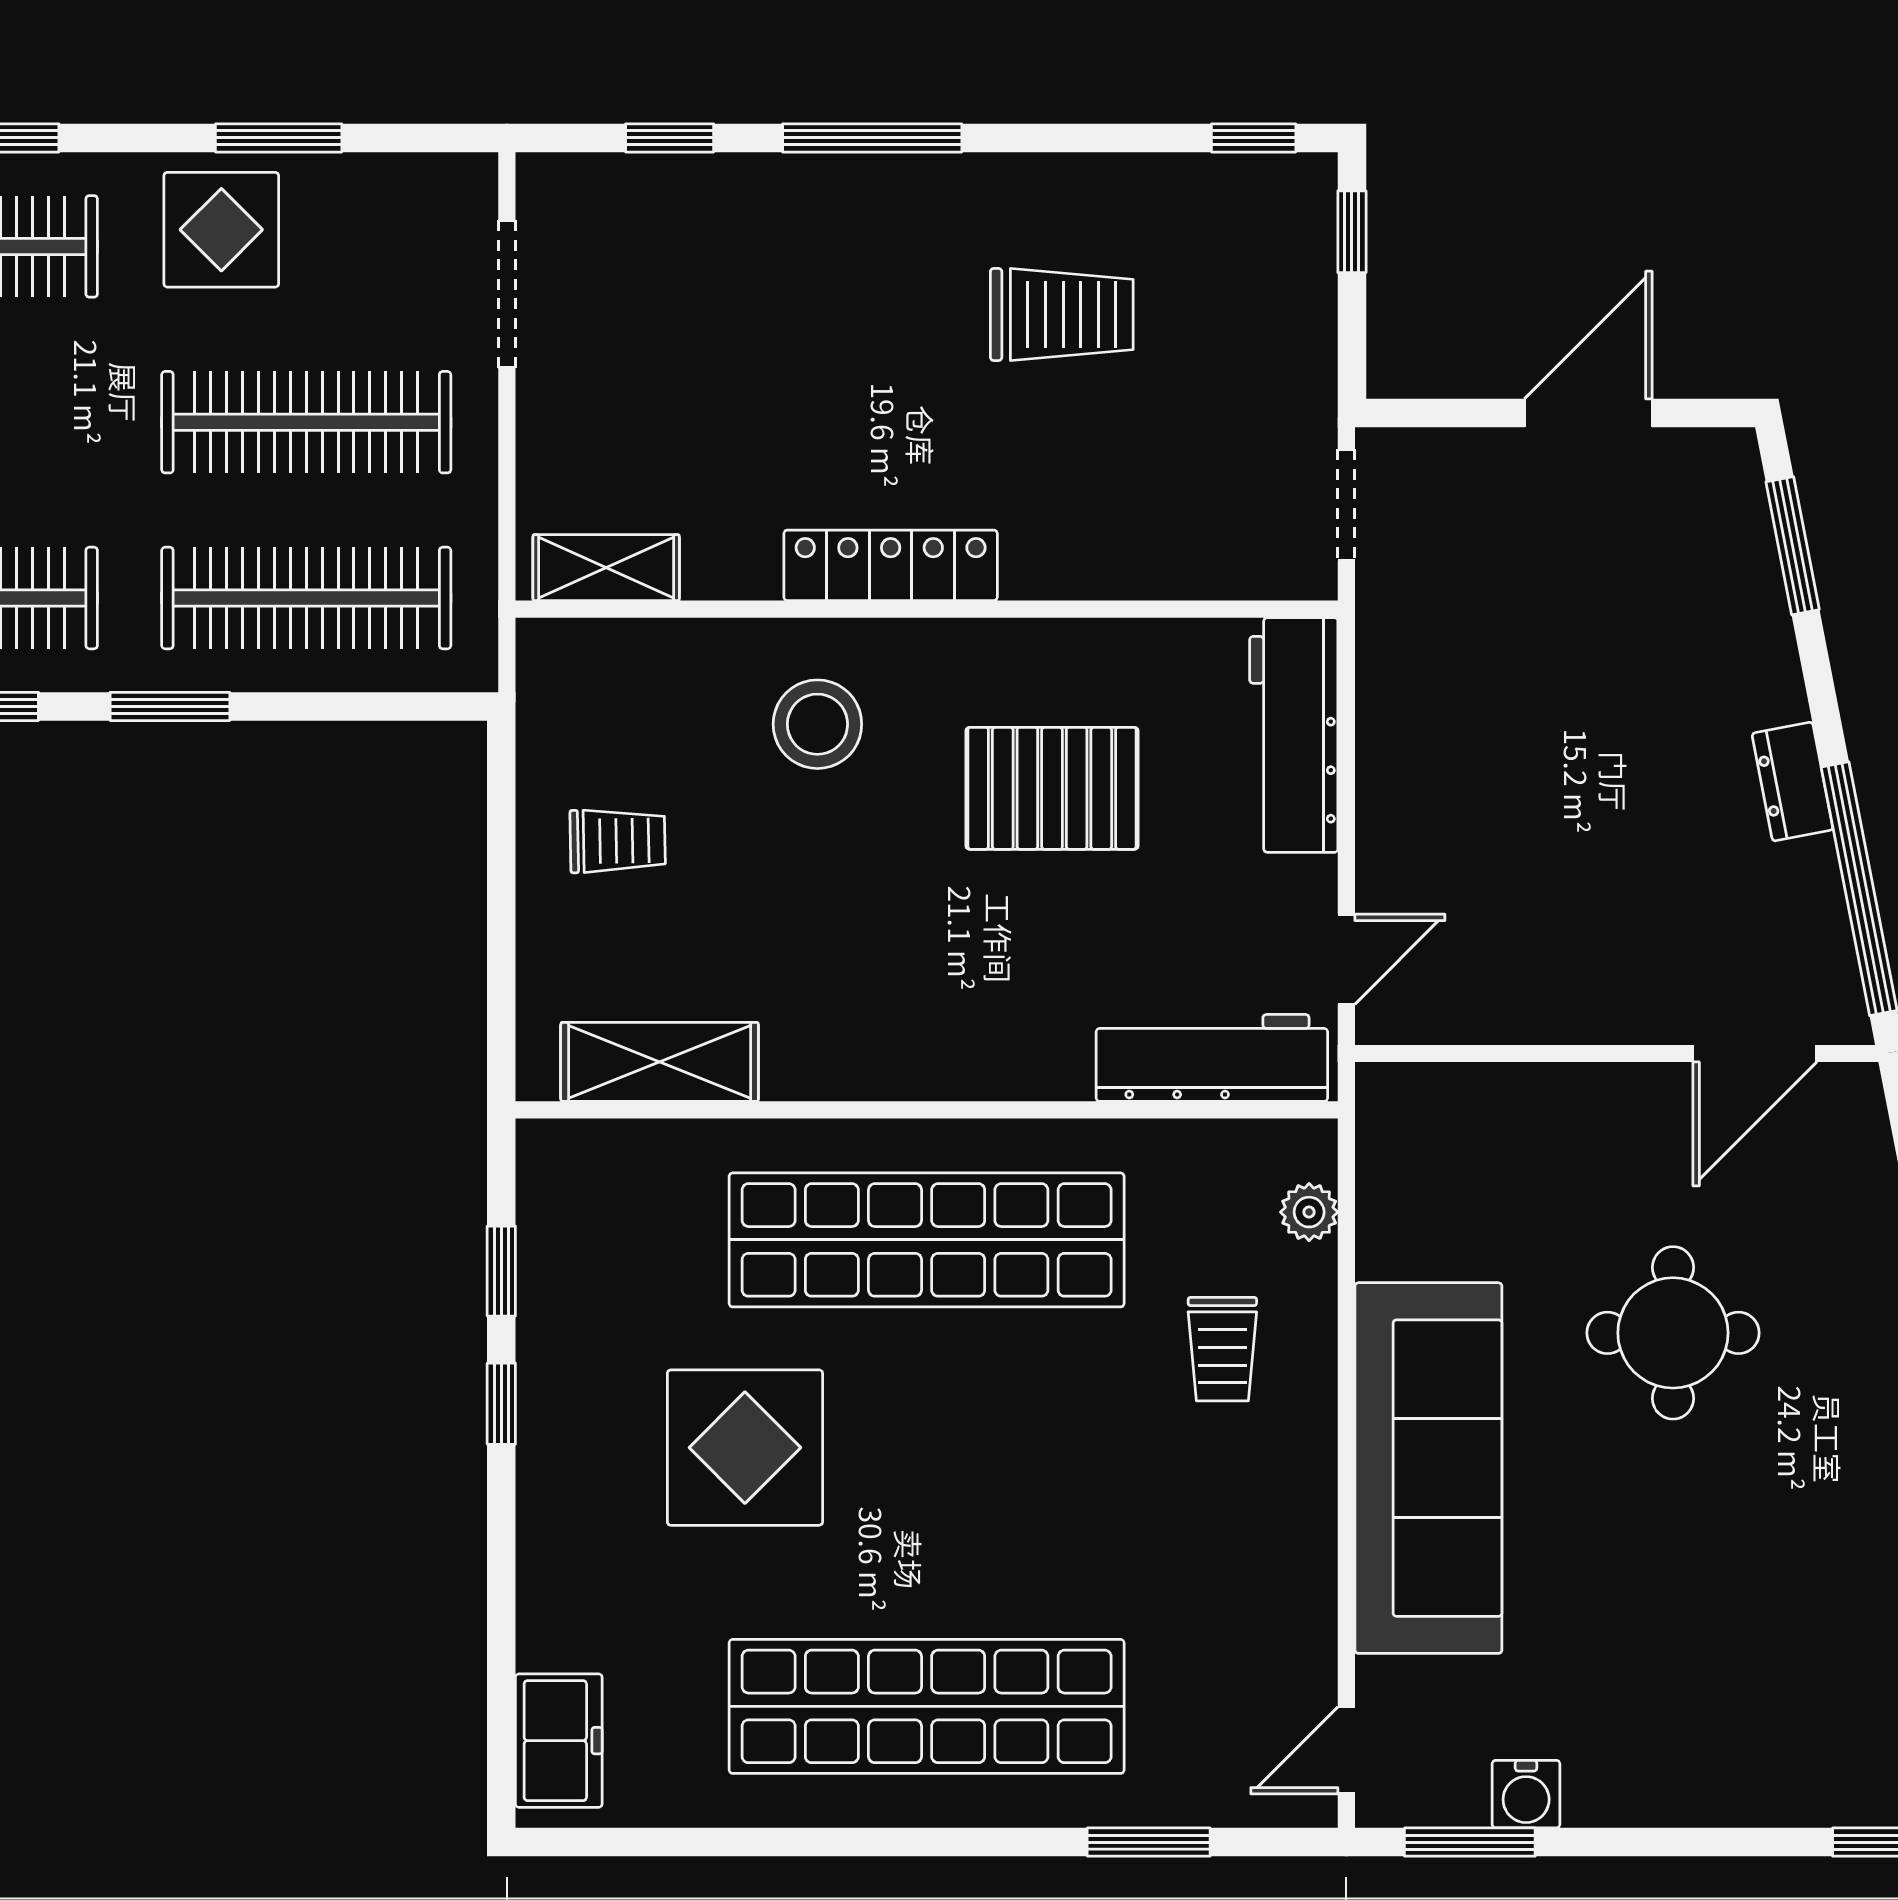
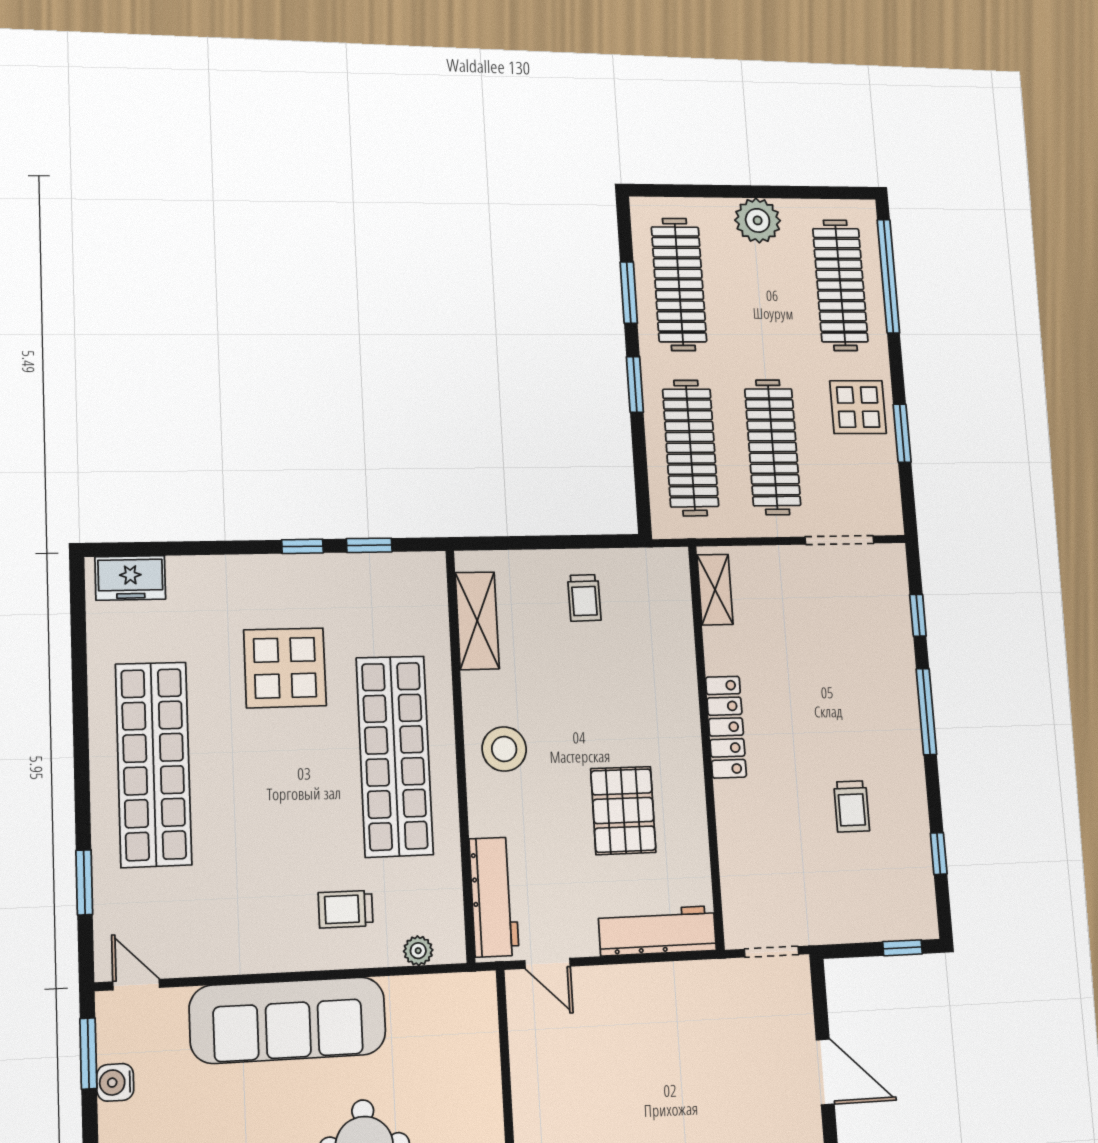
window: (1254, 138) -> (939, 854), moved
trolley: (1062, 315) -> (852, 806), width x0.73, depth x0.72
stool: (817, 724) -> (504, 749), moved

